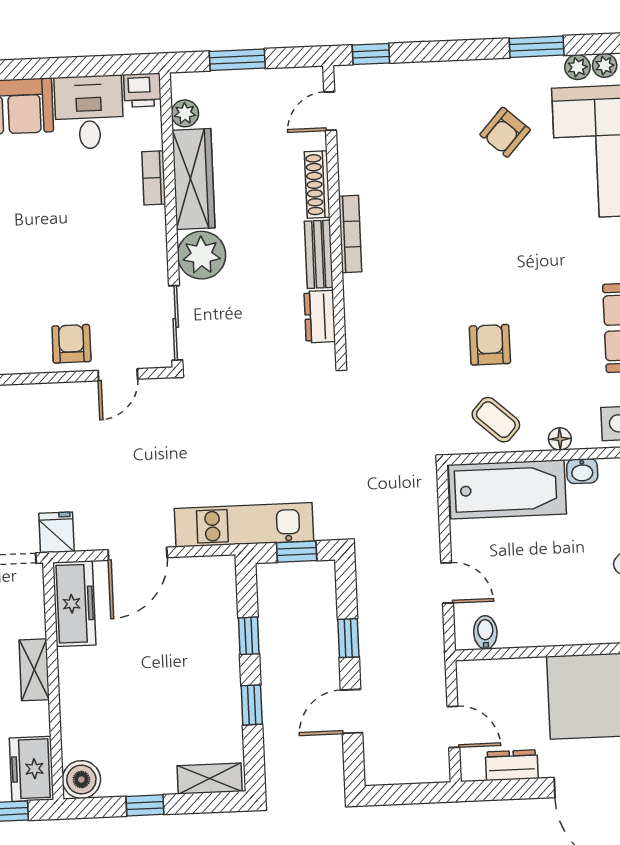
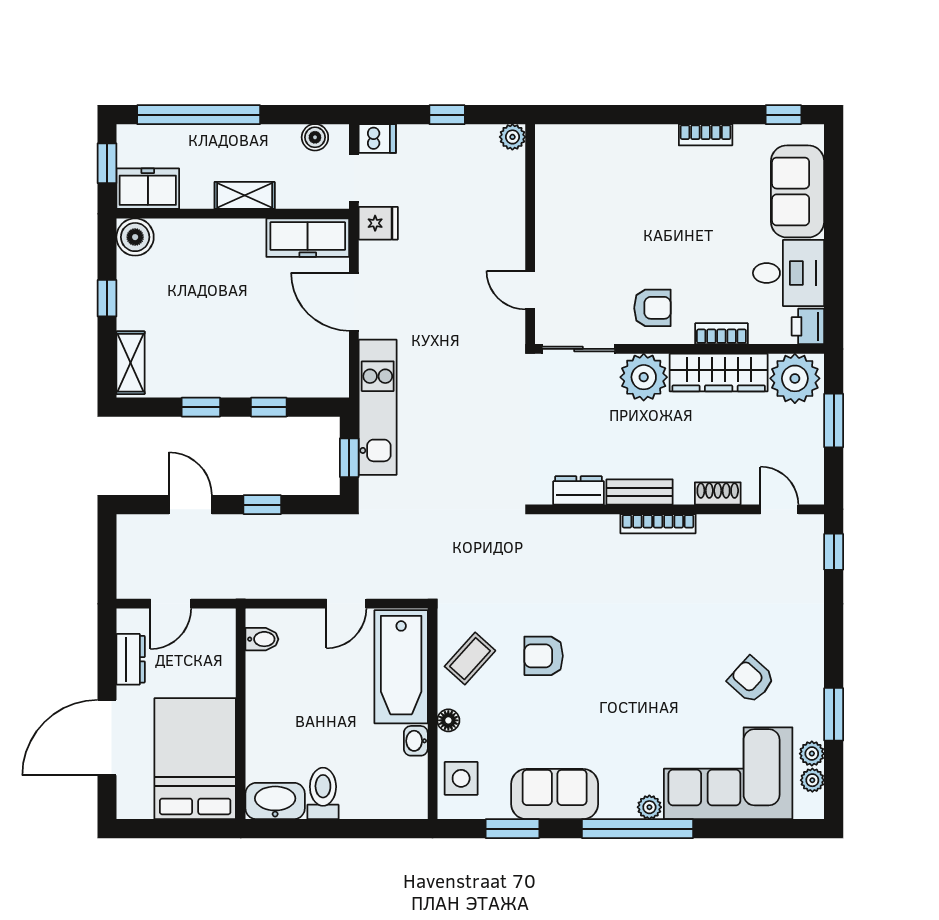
plant: (185, 113) -> (795, 378), width x1.88, depth x1.88
shoe rack: (317, 185) -> (718, 493), width x0.70
armchair: (71, 344) -> (652, 308), moved
armchair: (490, 345) -> (544, 656), turned 180
door: (447, 583) -> (346, 604), moved

